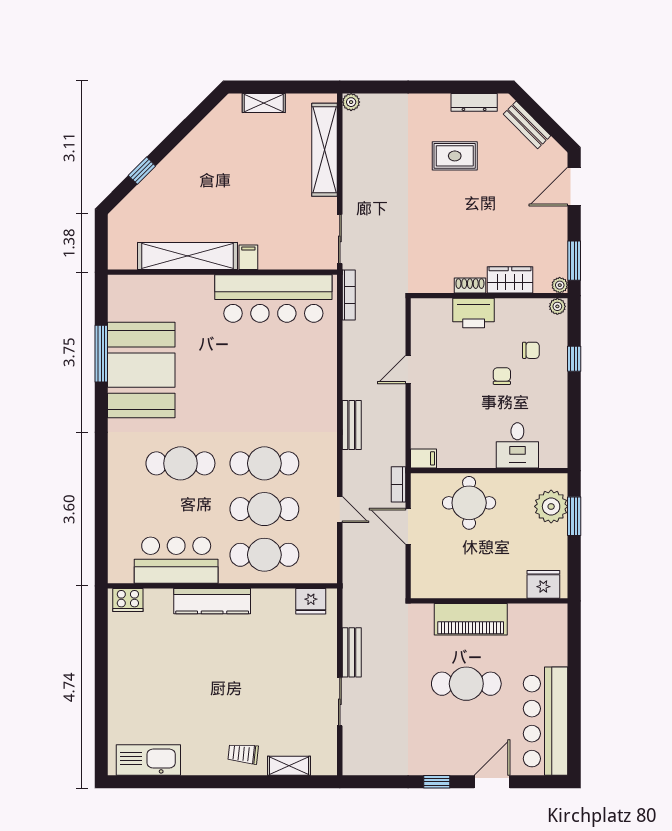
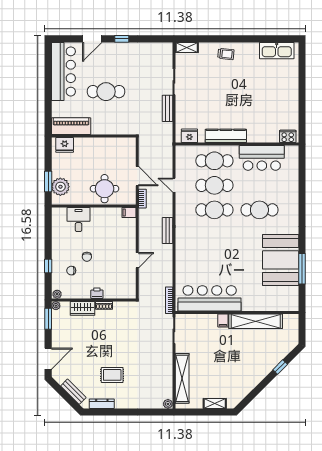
printer: (474, 313) -> (97, 293), width x0.53, depth x0.68
kitchen counter: (212, 601) -> (226, 136), moved
piano: (471, 619) -> (71, 126), moved
shelving: (289, 766) -> (187, 47), moved

